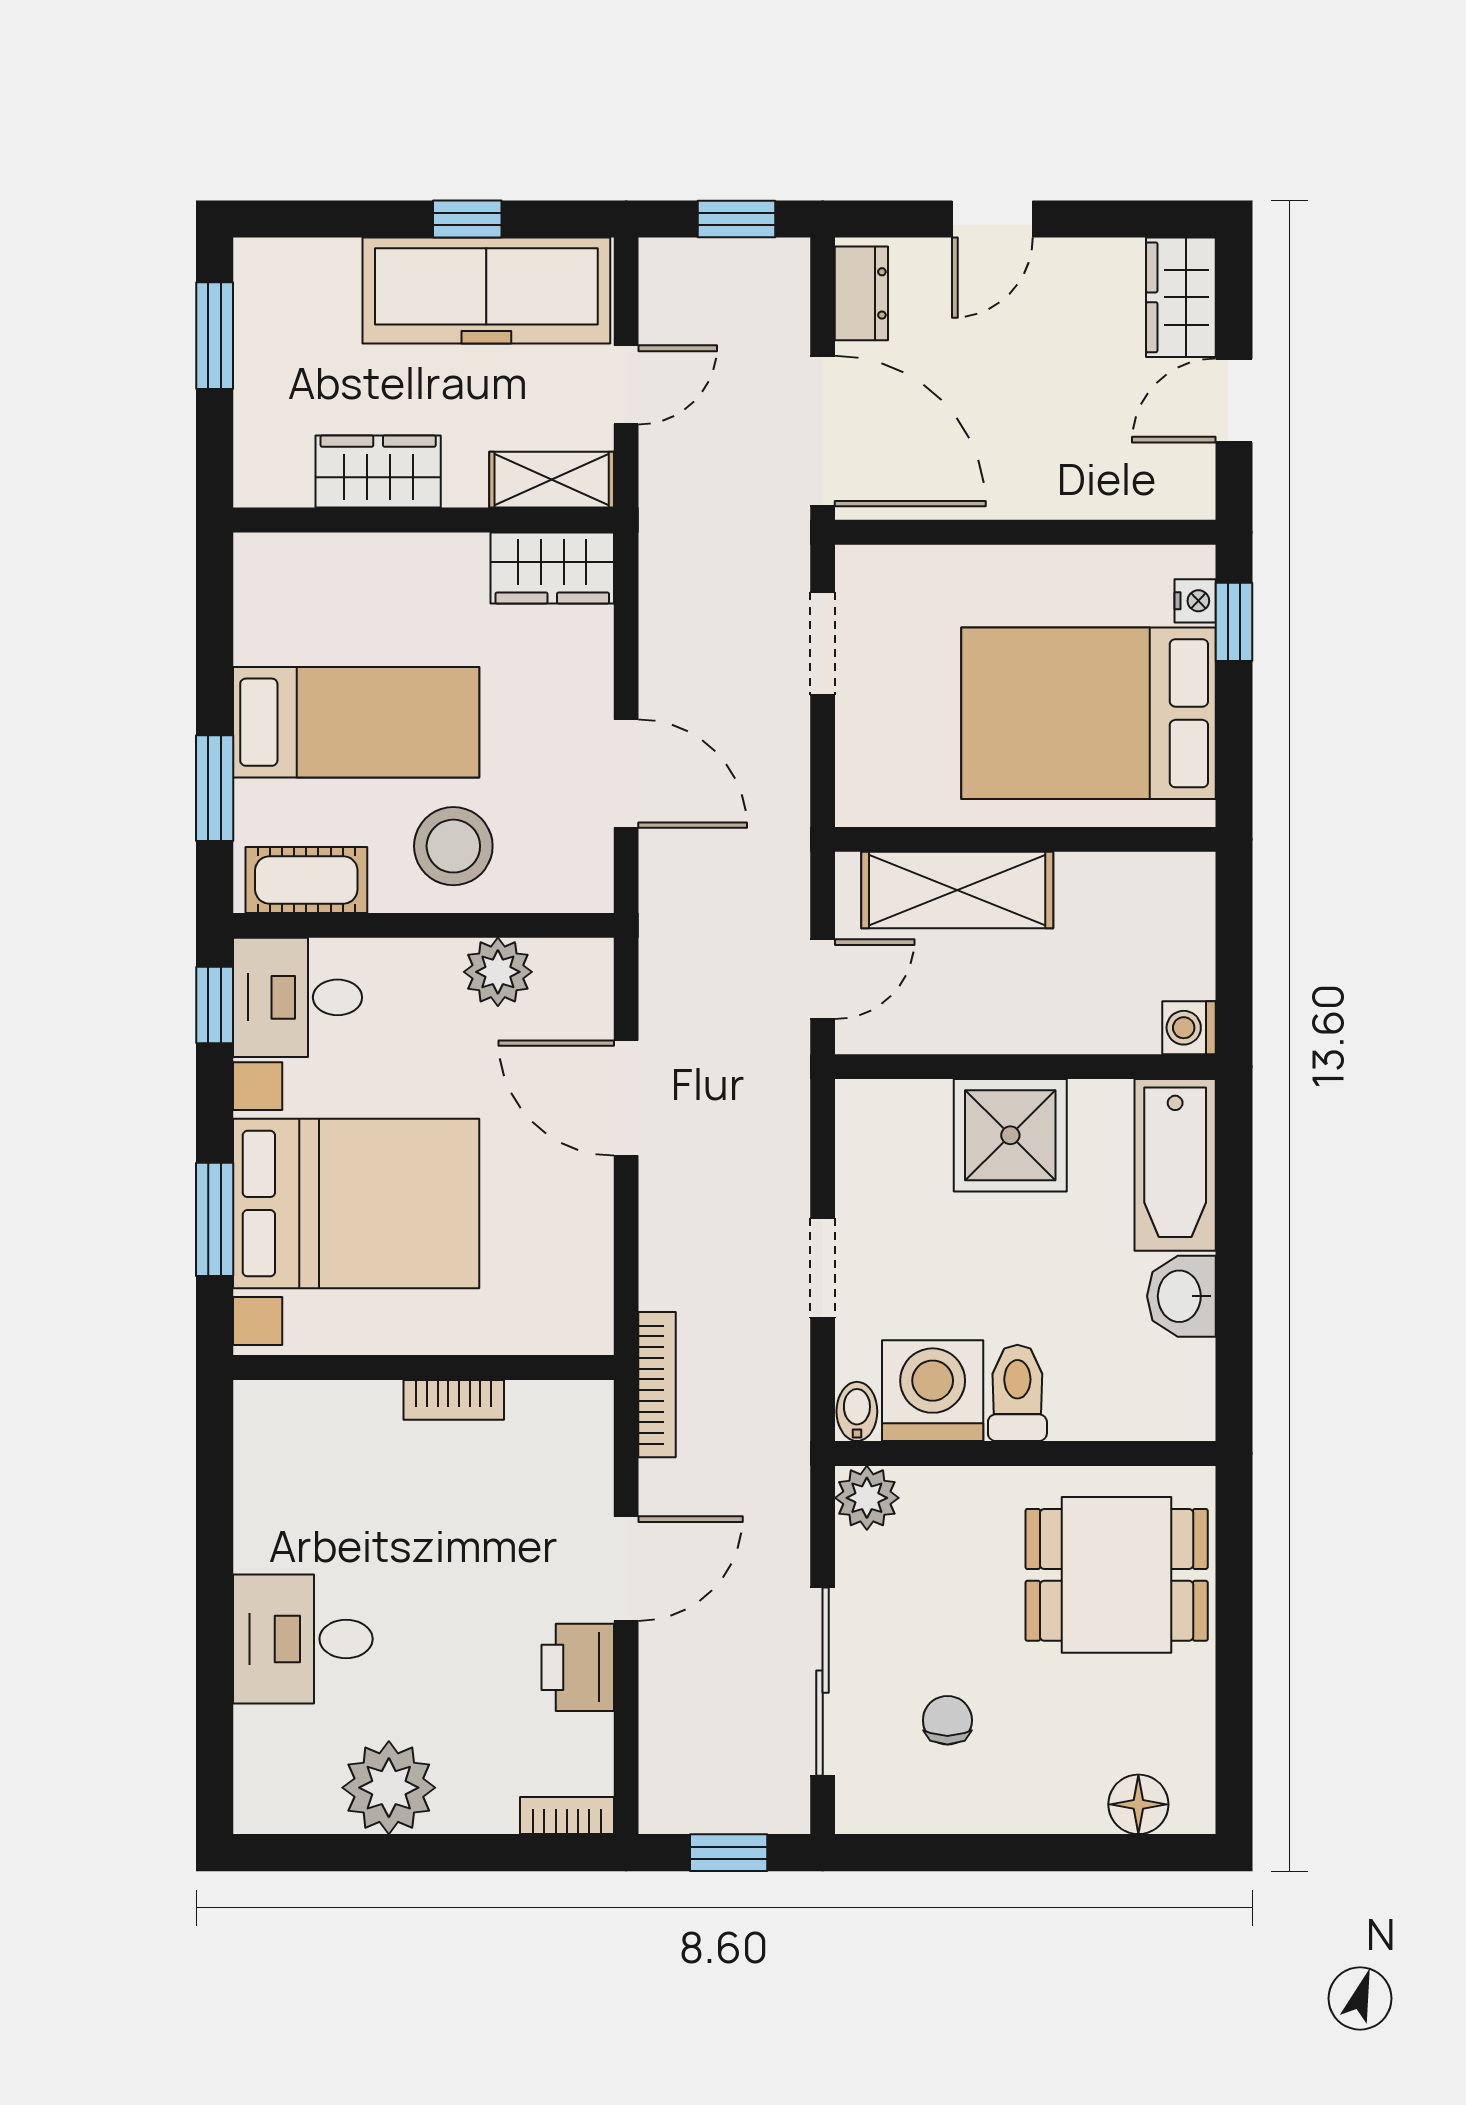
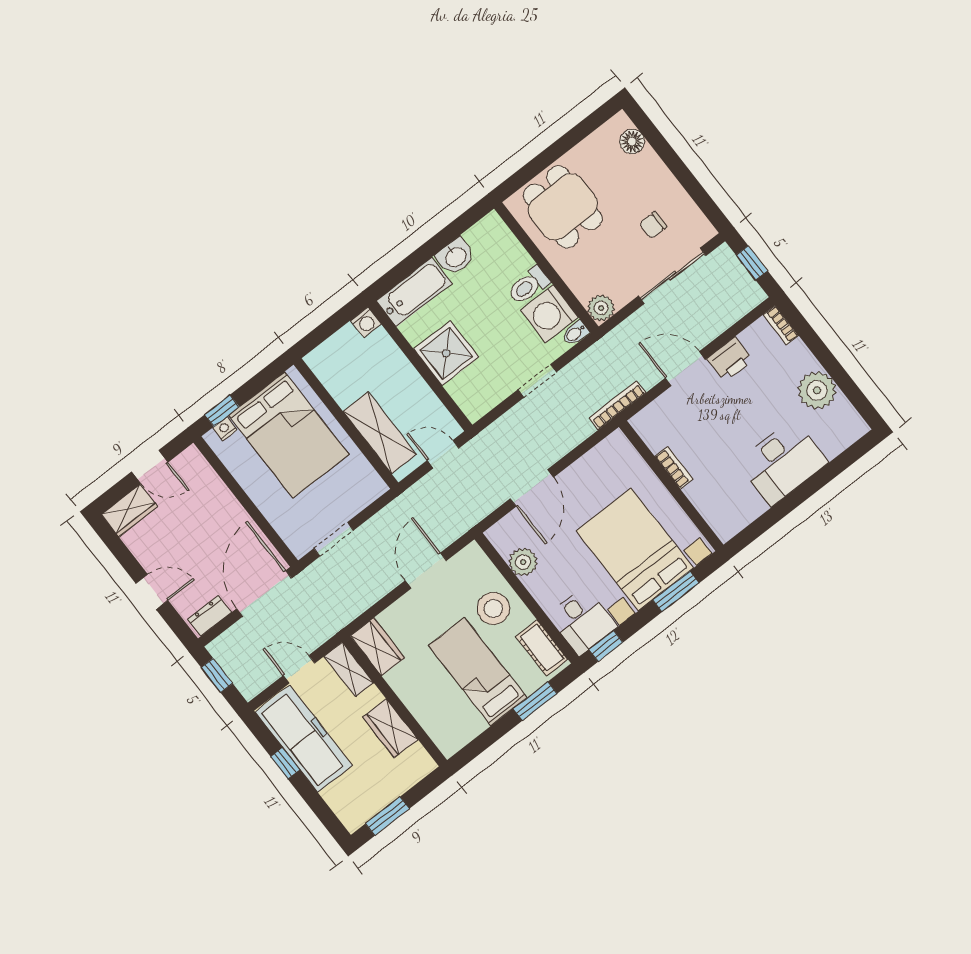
desk: (303, 1639) -> (783, 462), width x1.37

